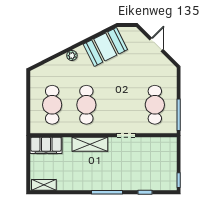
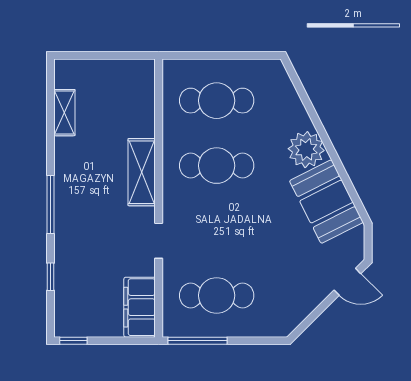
door: (156, 45) -> (347, 282), moved
plant: (72, 56) -> (306, 150), width x1.88, depth x1.88
filing cabinet: (46, 145) -> (140, 307), moved
shelving: (44, 185) -> (64, 113), moved

